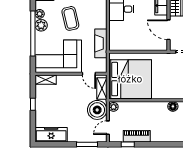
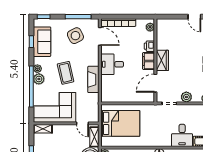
door: (169, 30) -> (155, 83), hinge flipped
fireplace: (101, 43) -> (93, 79), moved
bed: (130, 79) -> (120, 123), width x0.73

